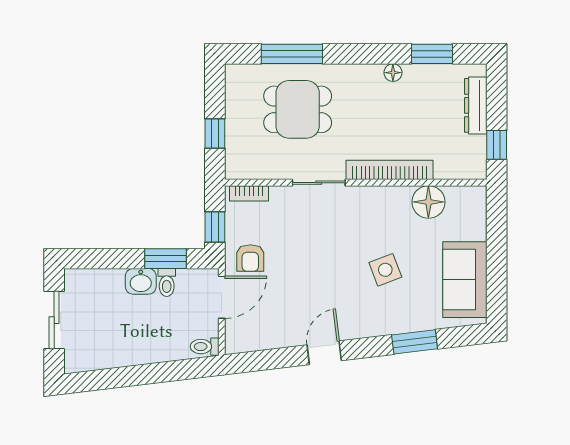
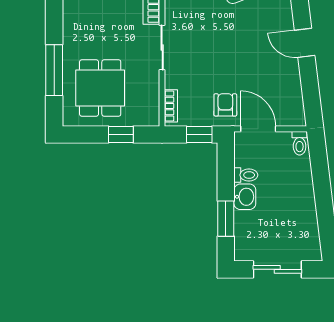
dining table: (298, 109) -> (100, 88), moved
armchair: (250, 258) -> (225, 105), turned -90
window: (165, 259) -> (226, 219), moved

